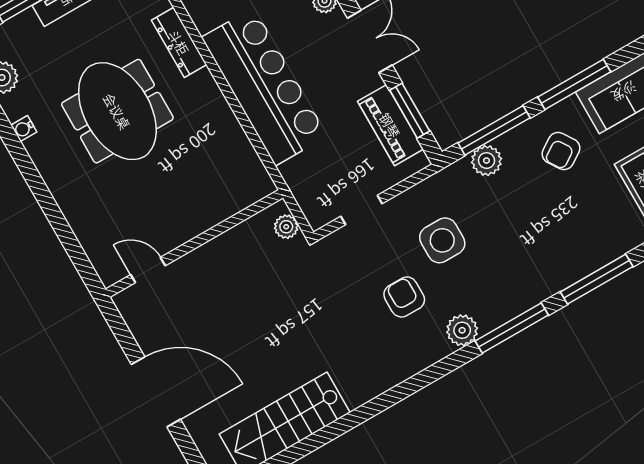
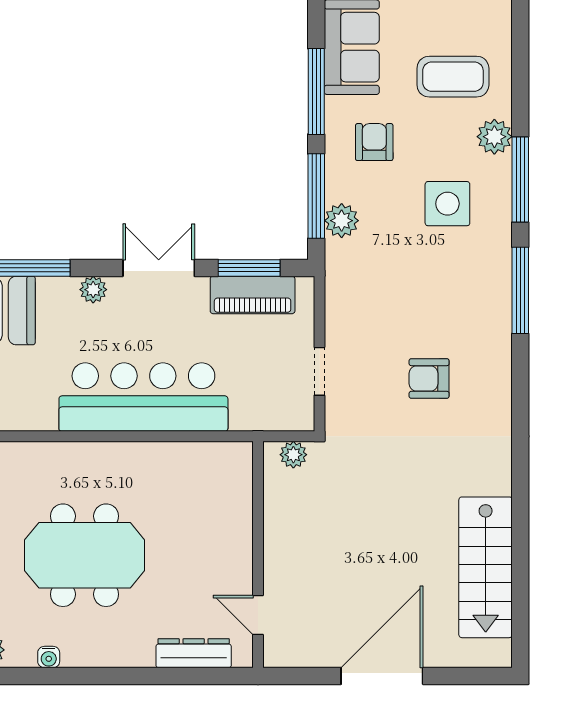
dresser: (179, 42) -> (194, 653), moved, turned 180
armchair: (561, 151) -> (374, 142), turned -147
side table: (442, 240) -> (447, 204), moved
door: (148, 270) -> (258, 615), hinge flipped
plant: (462, 330) -> (494, 137), moved

